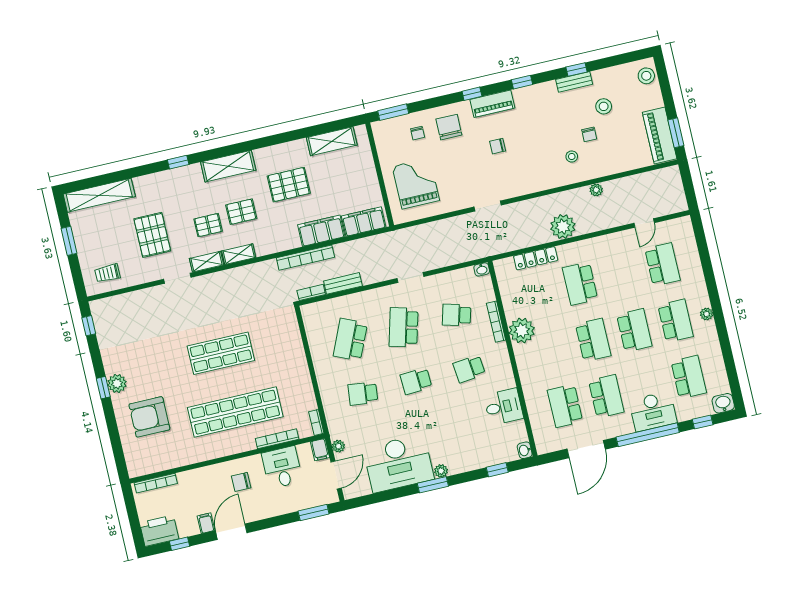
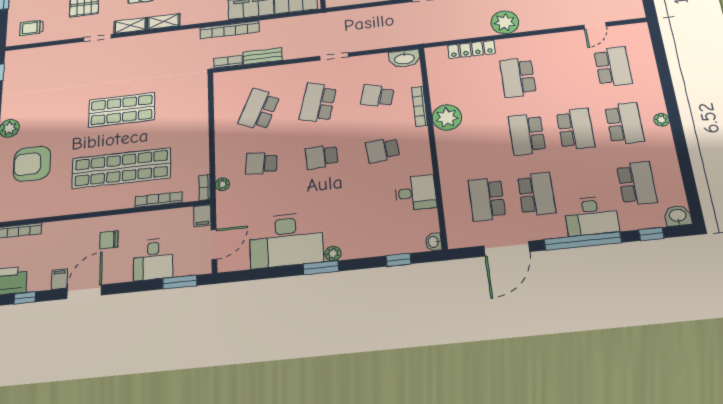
washbasin: (482, 269) -> (404, 58), width x1.91, depth x1.45
school desk: (593, 340) -> (527, 134), turned 180
plant: (338, 446) -> (222, 184), moved
desk: (282, 467) -> (153, 259), moved, turned 180

